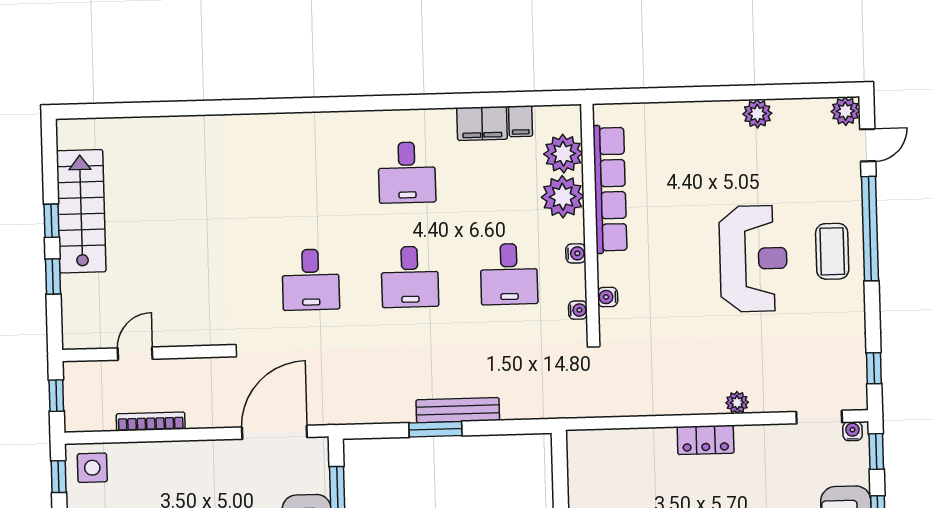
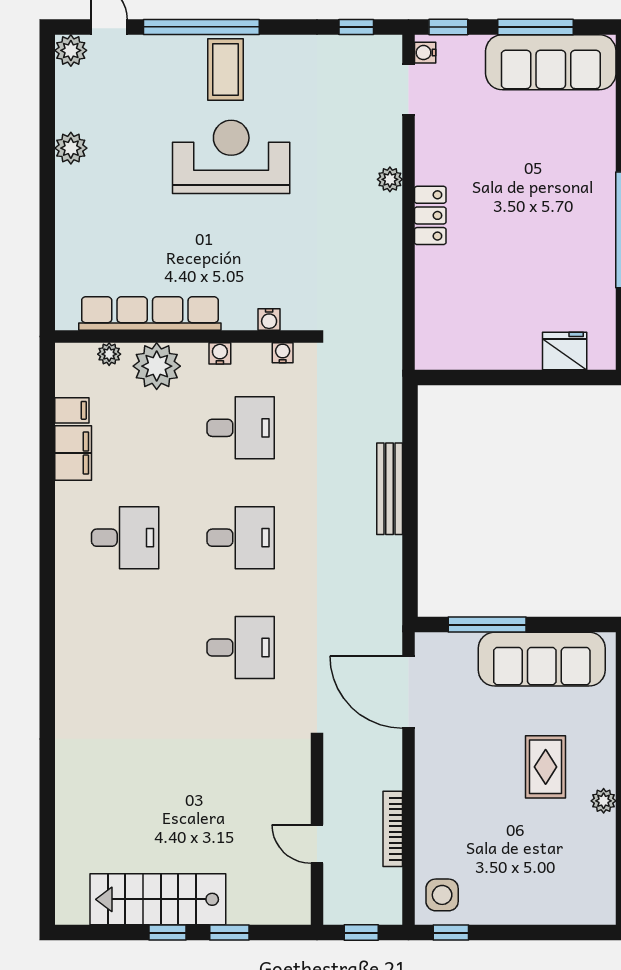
plant: (563, 154) -> (109, 354), width x0.53, depth x0.53
coffee table: (832, 251) -> (225, 69), turned 90
window: (435, 429) -> (410, 514), removed

